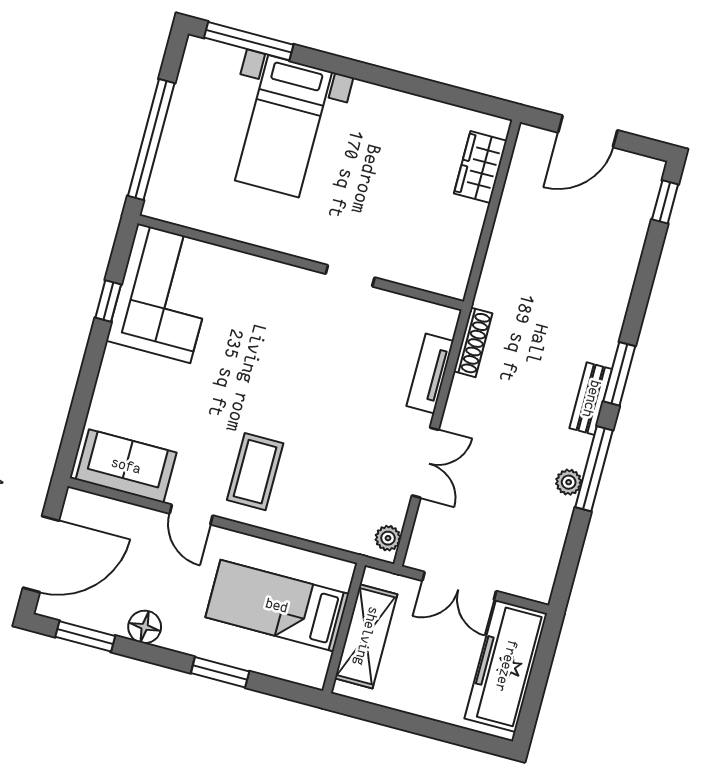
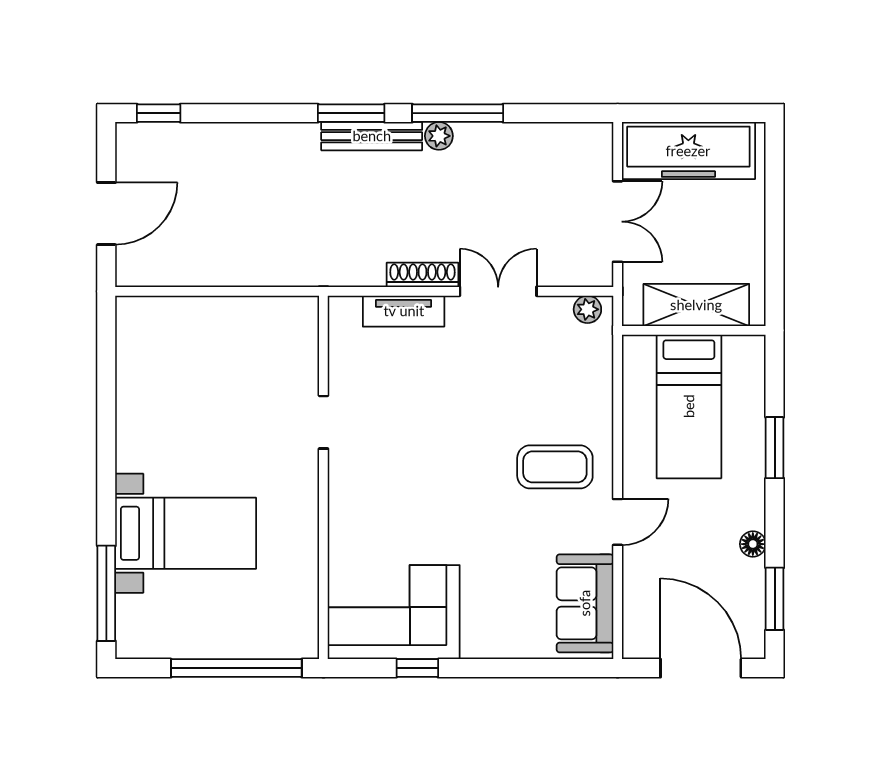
door: (588, 131) -> (106, 214), hinge flipped
wardrobe: (480, 167) -> (174, 316), removed
shoe rack: (473, 342) -> (422, 275), moved
bench: (591, 399) -> (372, 136), width x1.36
plant: (569, 482) -> (439, 136), moved
floor lamp: (145, 627) -> (753, 544), width x0.73, depth x0.73

